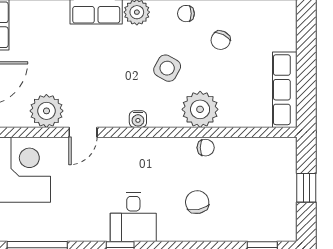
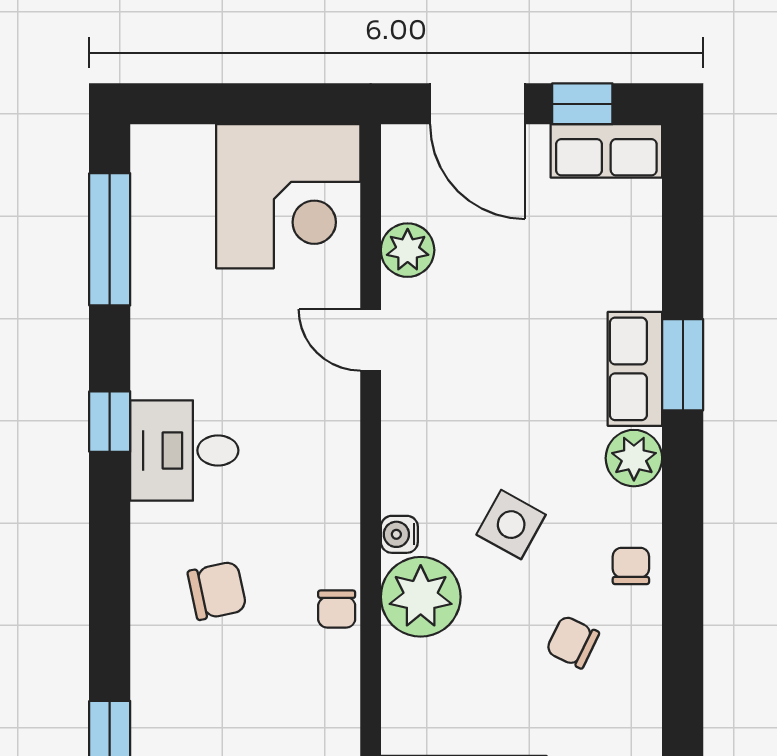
plant: (46, 111) -> (408, 250), width x0.73, depth x0.73
water cooler: (138, 119) -> (399, 534), moved

